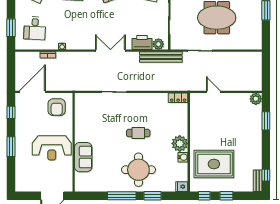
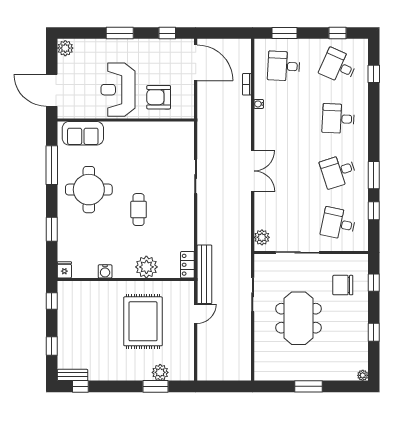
printer: (142, 43) -> (264, 215), removed
bench: (161, 57) -> (204, 274), moved
plant: (256, 99) -> (160, 372), moved
armchair: (57, 107) -> (159, 97), moved
plant: (180, 143) -> (146, 267), moved
sofa: (83, 157) -> (83, 133), moved
rug: (214, 164) -> (143, 321), moved
round table: (138, 170) -> (89, 190), moved
plant: (22, 186) -> (65, 48), added
window: (122, 196) -> (52, 165), moved
window: (226, 196) -> (52, 346), moved

